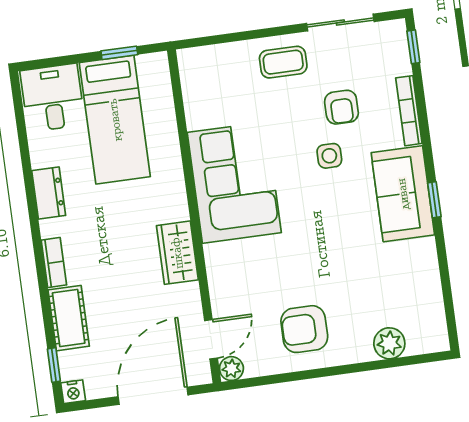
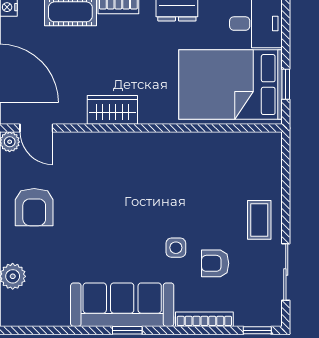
bed: (115, 120) -> (231, 85), width x1.50
corner sofa: (234, 183) -> (164, 165), removed
sofa: (403, 194) -> (122, 305), width x1.36
armchair: (304, 329) -> (34, 207), turned 180

